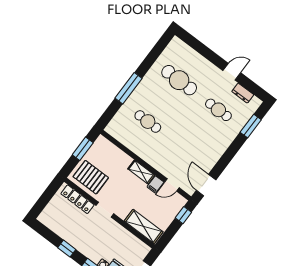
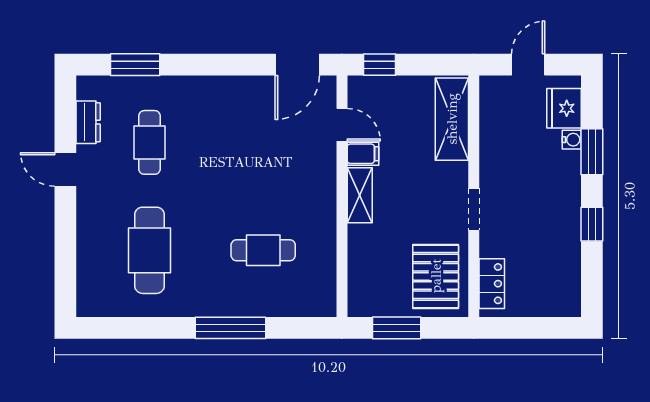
cafe table: (148, 122) -> (263, 250), turned 90
locker: (77, 199) -> (492, 284), width x0.66

